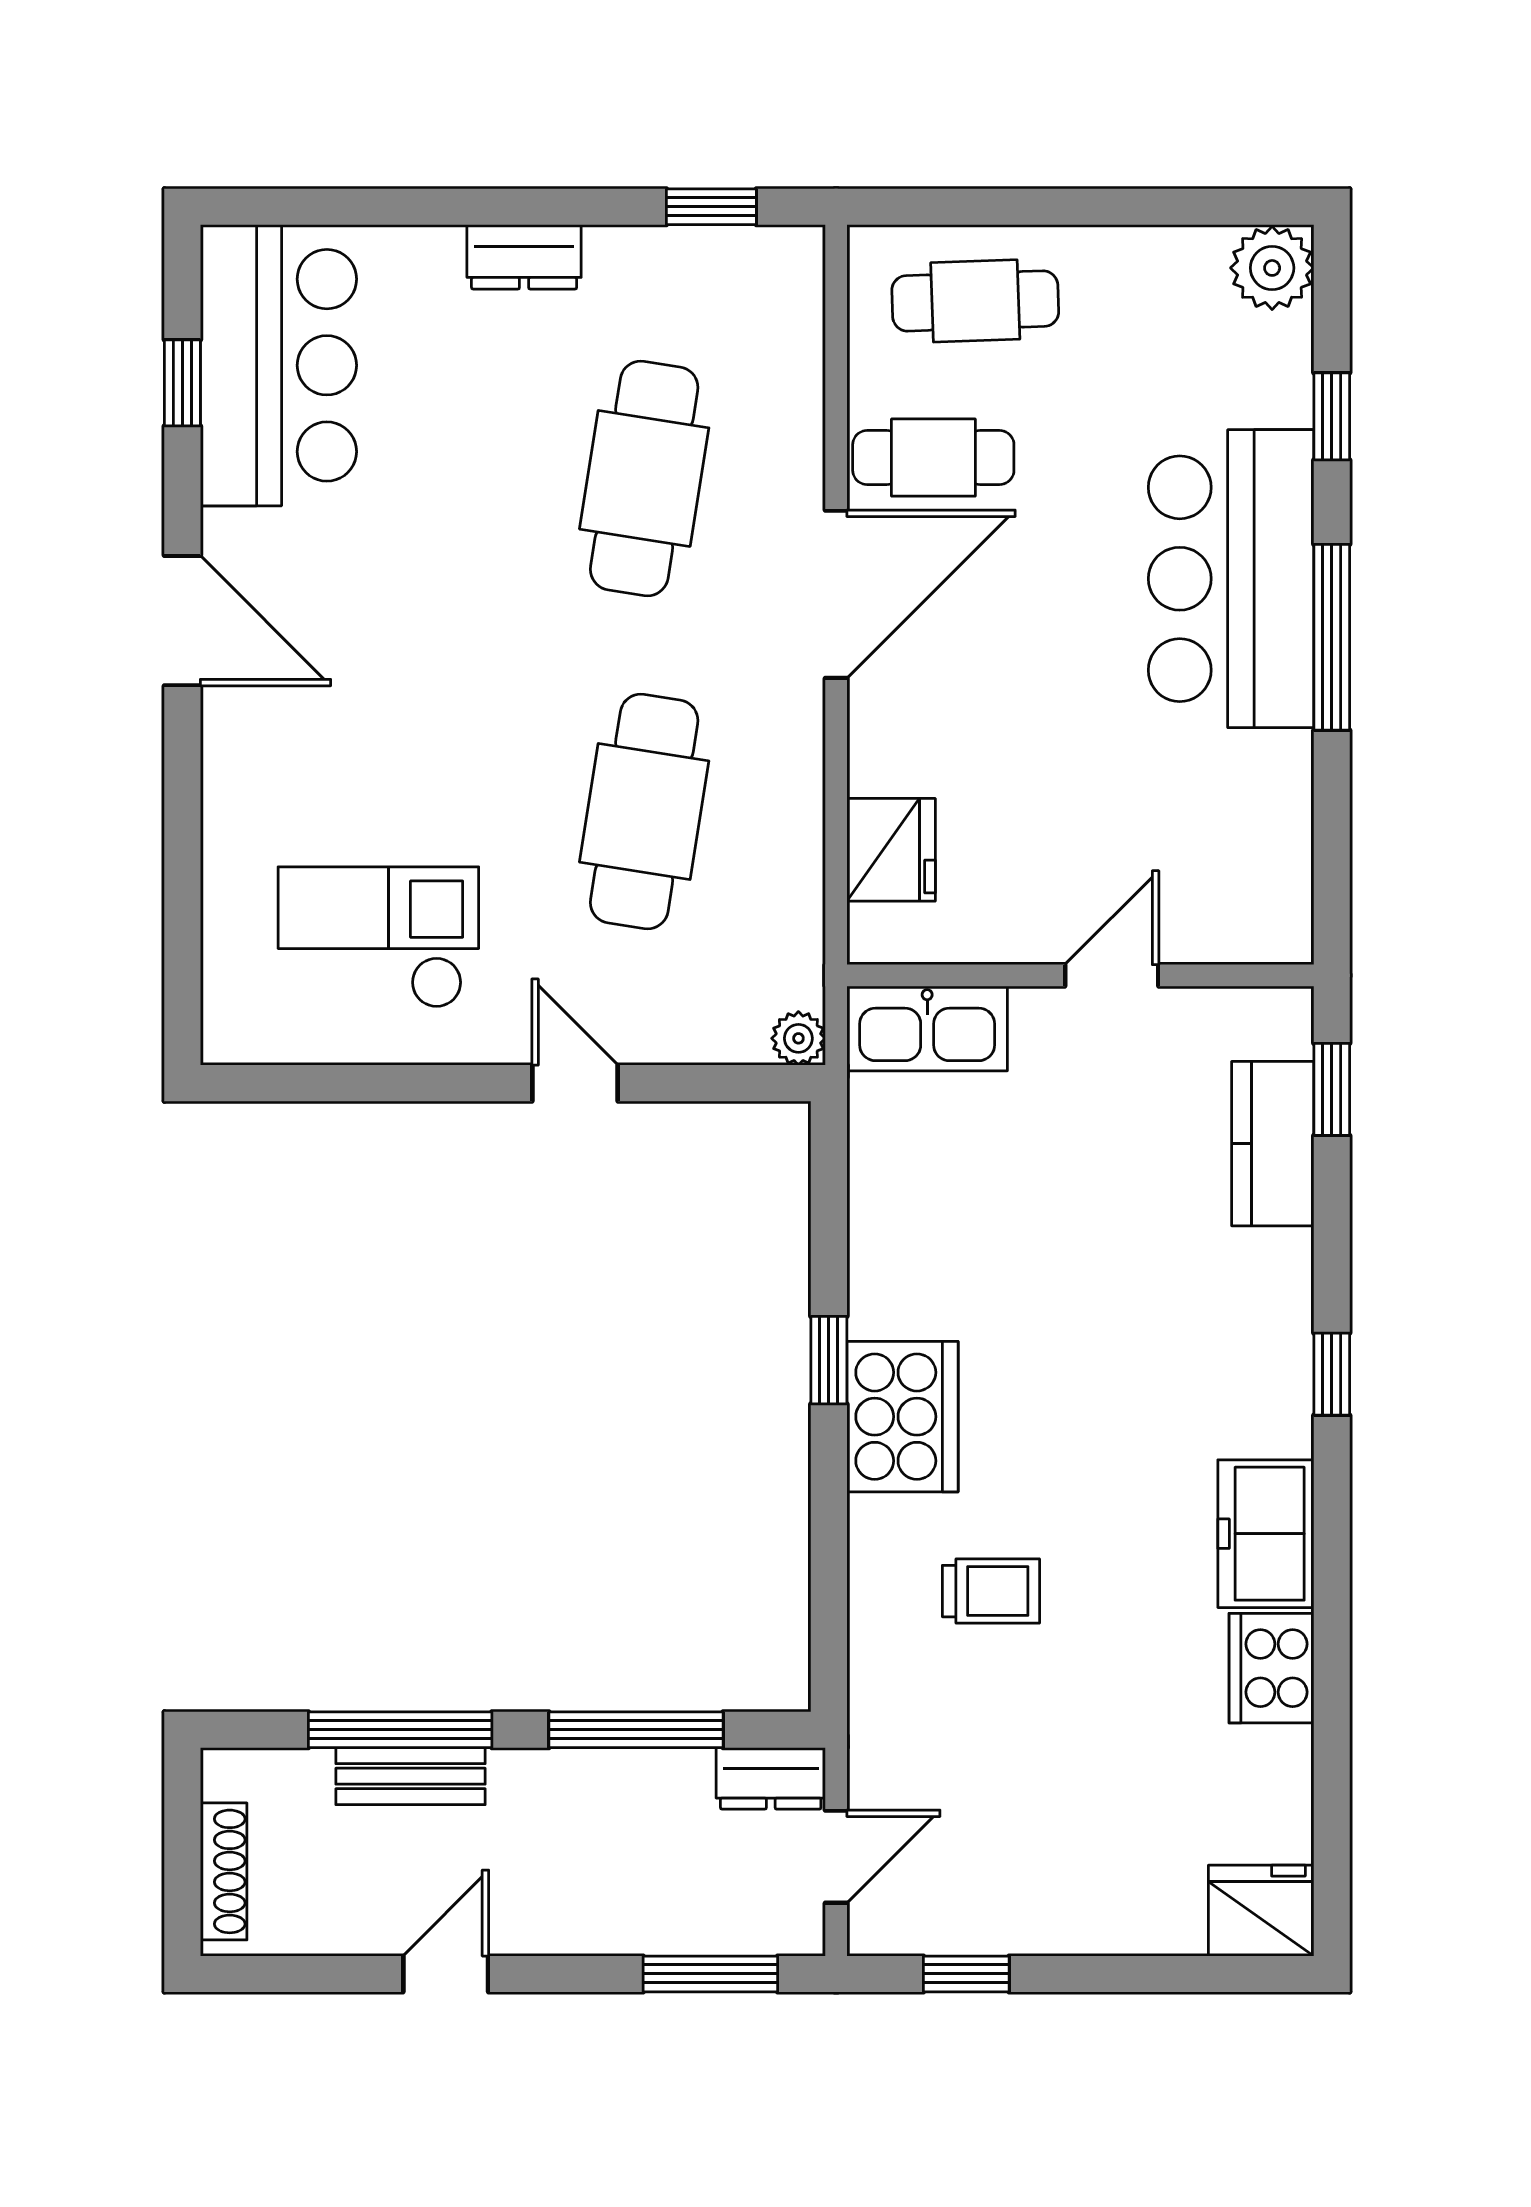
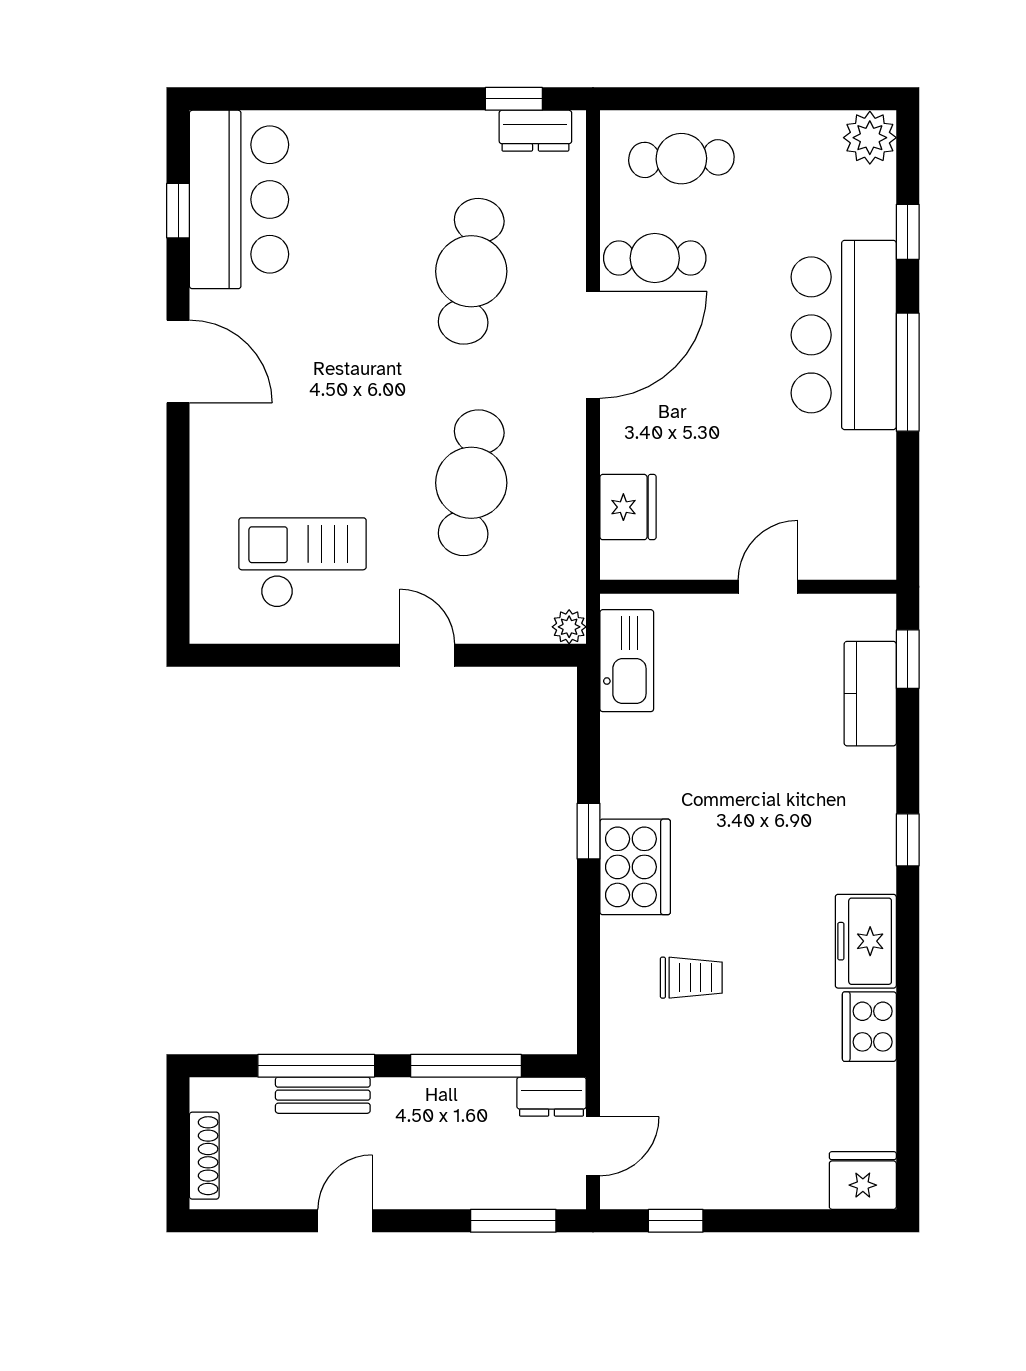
dresser: (524, 257) -> (535, 131), moved
kitchen sink: (927, 1029) -> (627, 661), moved, turned -90

